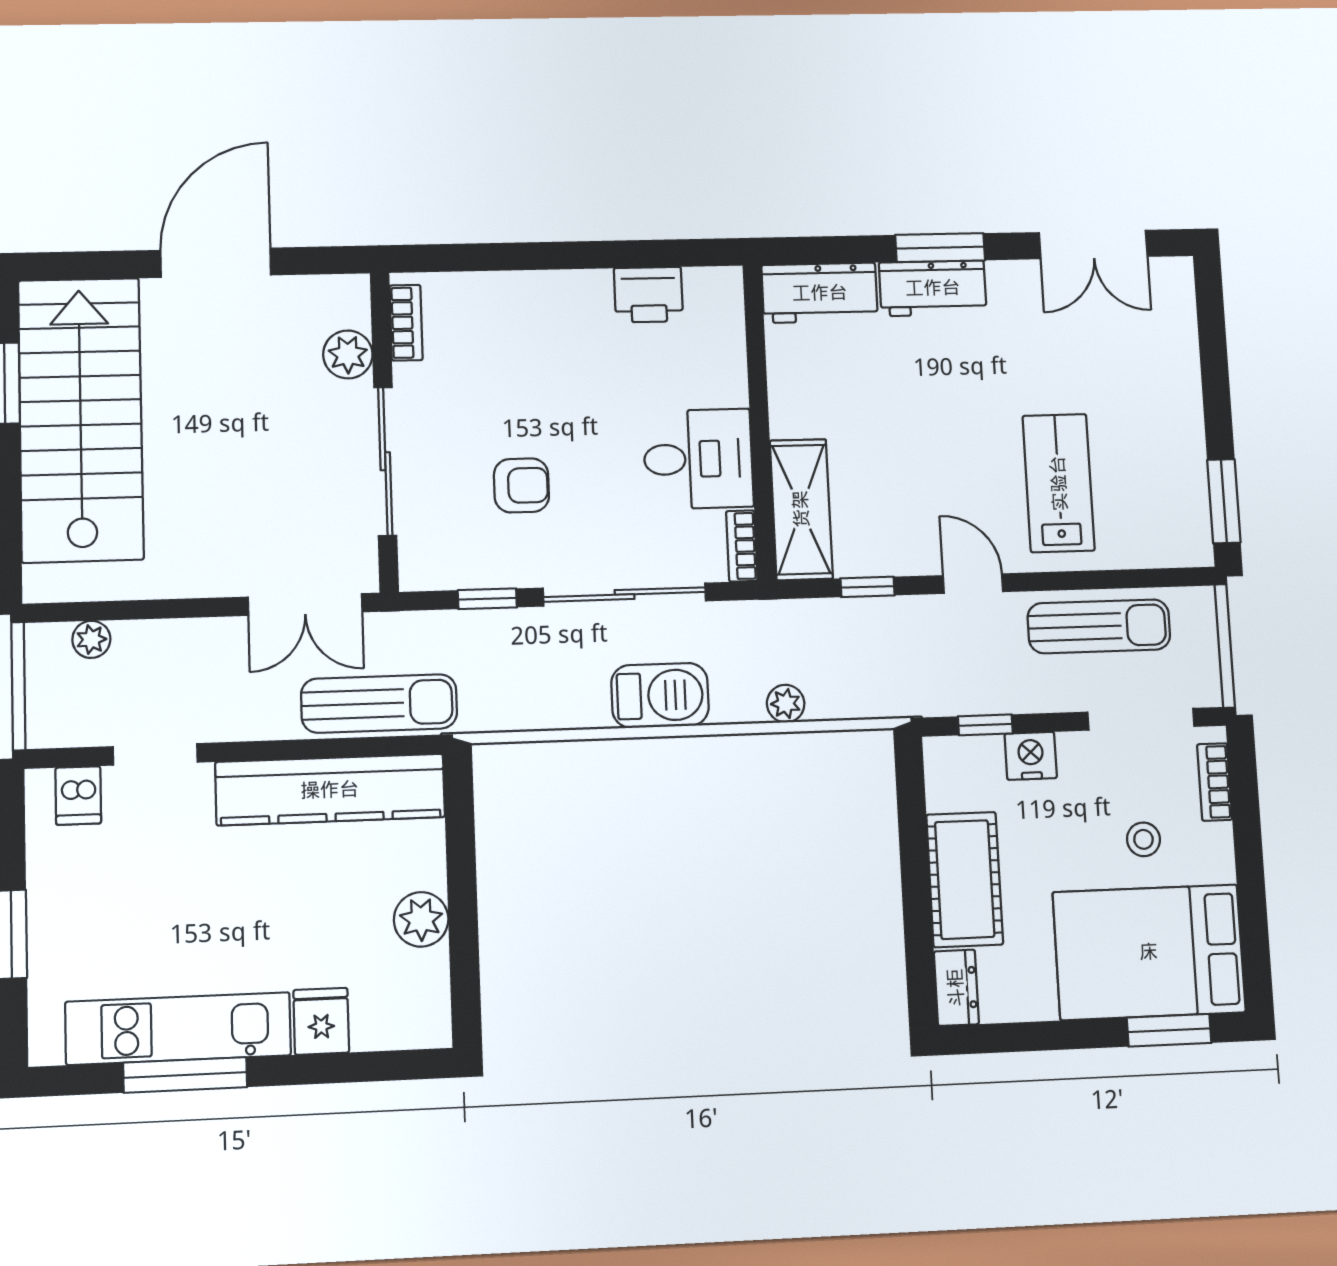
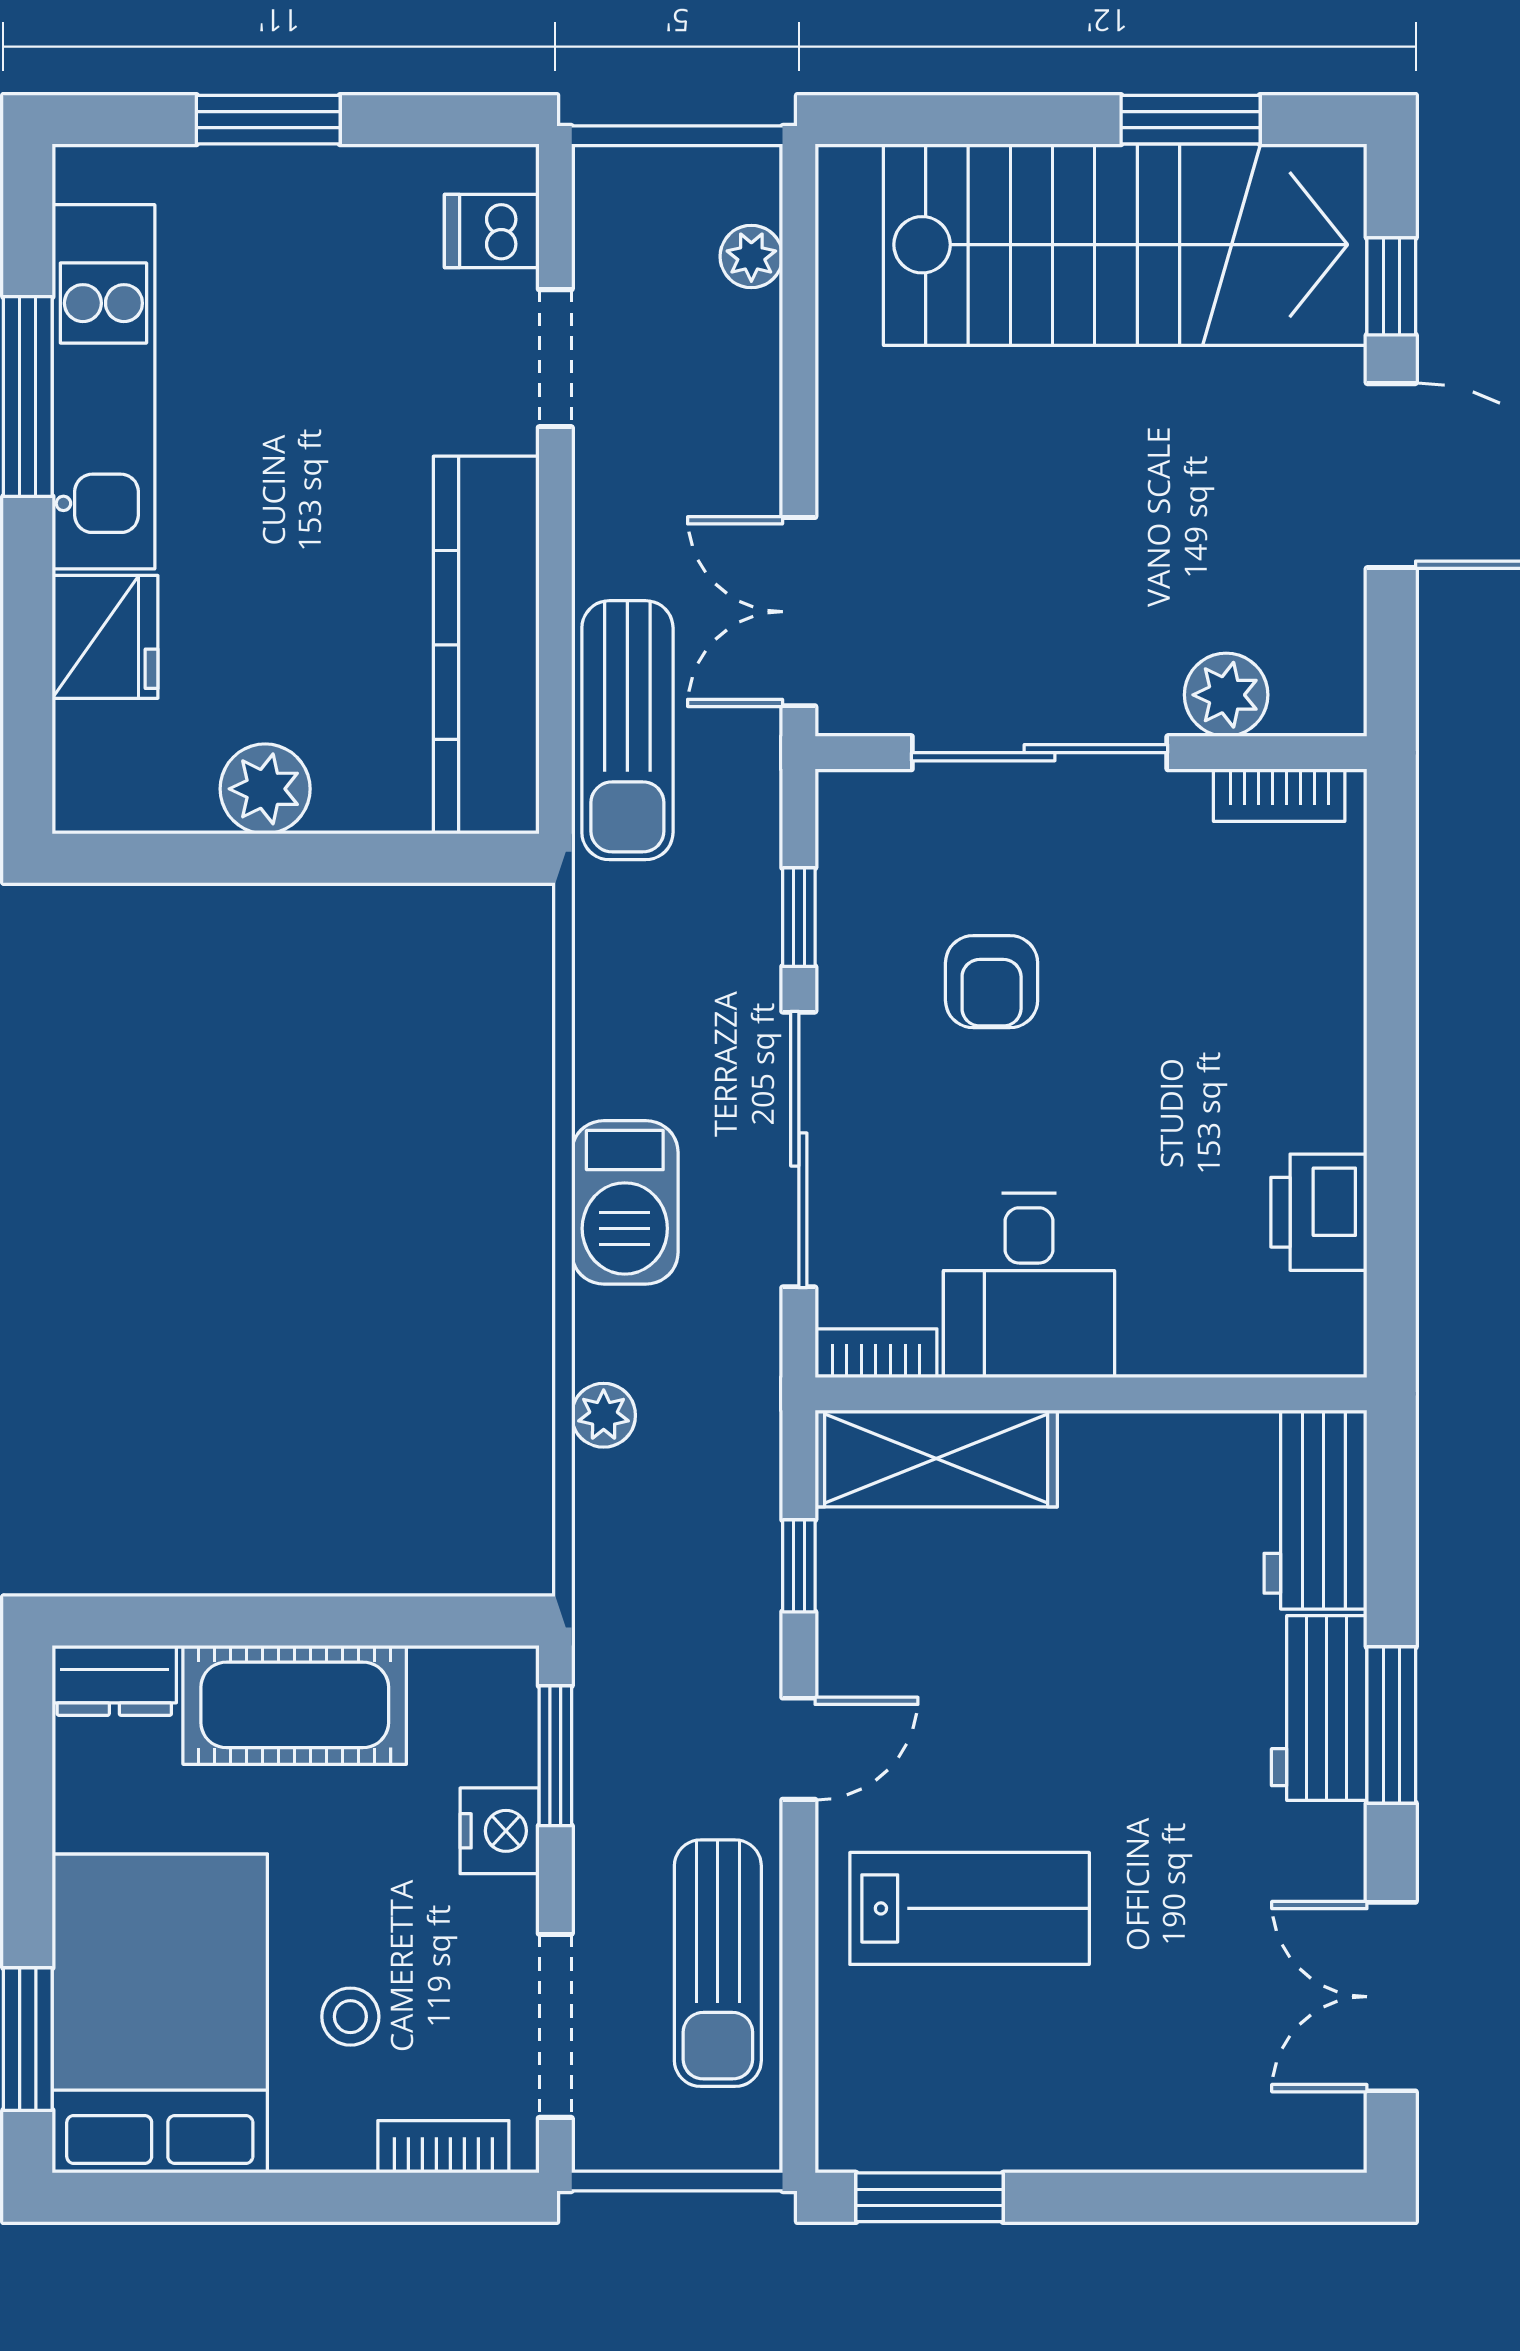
window: (103, 265) -> (1391, 286), added
window: (985, 725) -> (555, 1756), width x1.50
fridge: (321, 1021) -> (105, 637), width x1.38

